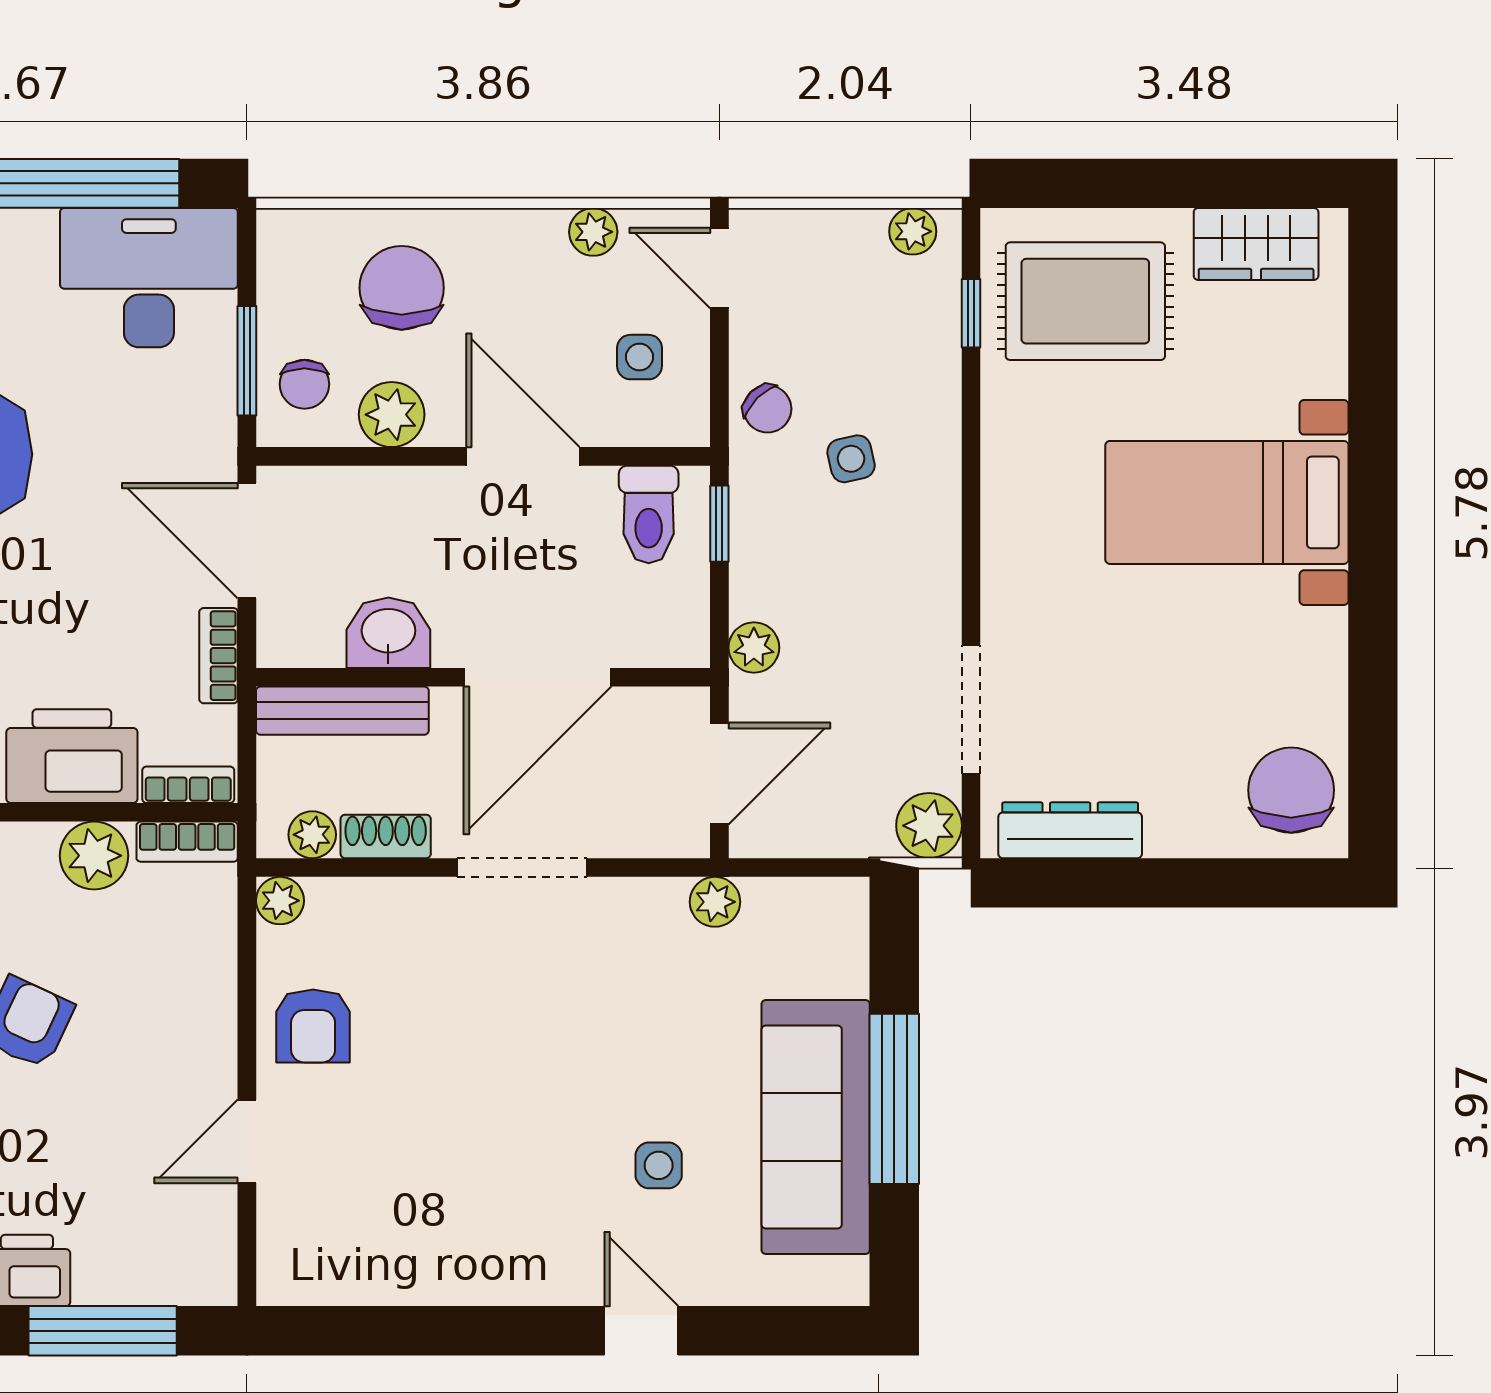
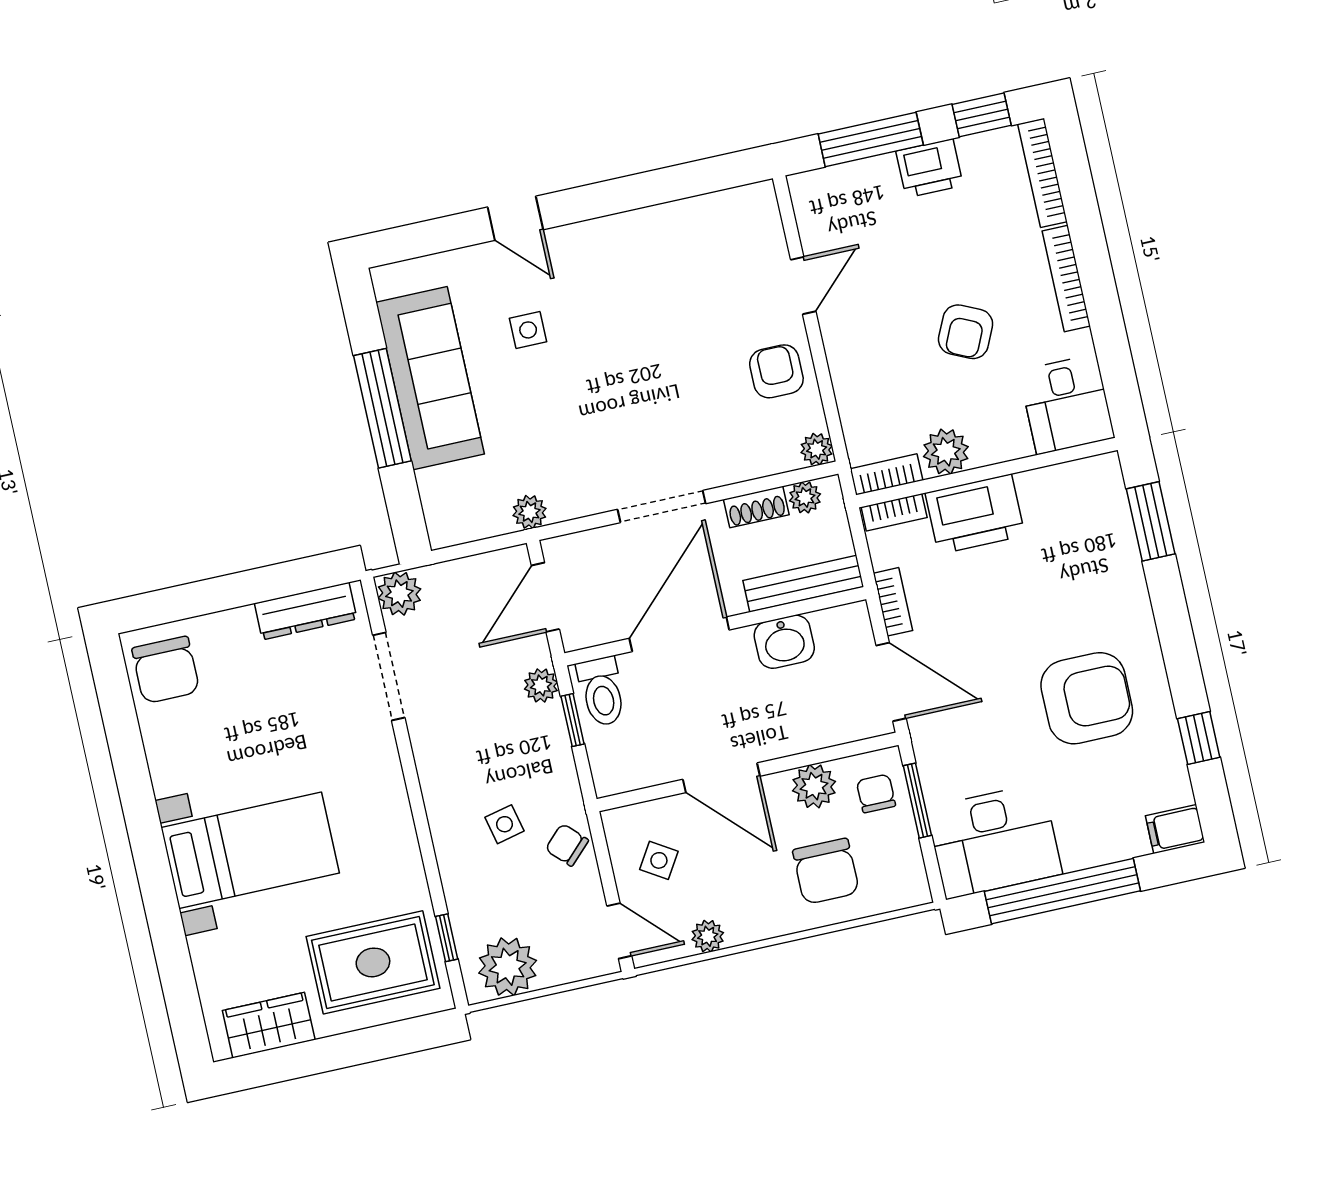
plant: (913, 231) -> (508, 967), width x1.88, depth x1.88
side table: (639, 357) -> (659, 860), turned 32
toilet: (649, 514) -> (602, 692), moved, turned 180
window: (719, 524) -> (573, 720), moved

